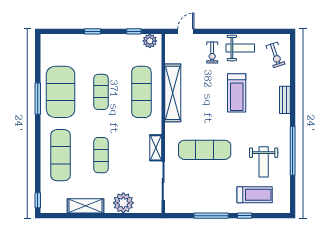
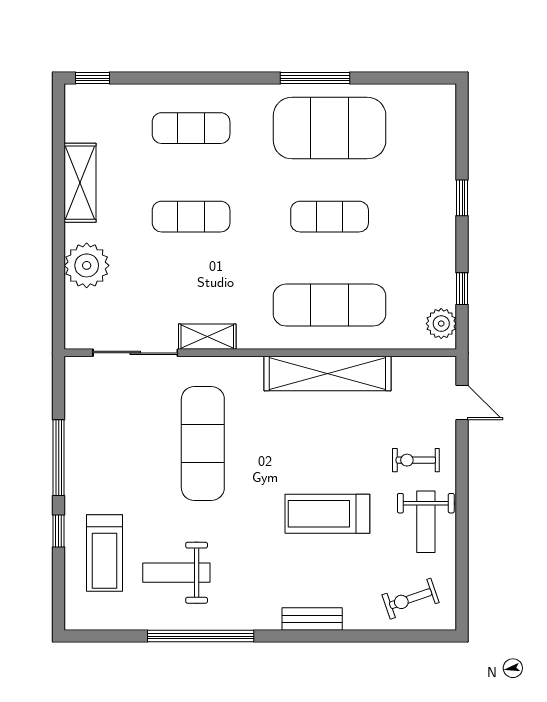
exercise mat: (61, 155) -> (191, 128), width x0.73, depth x0.69

